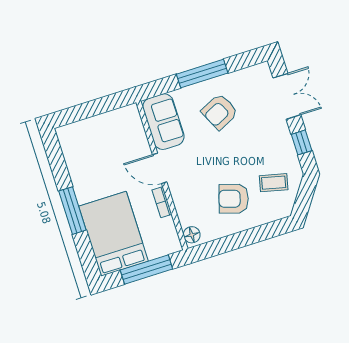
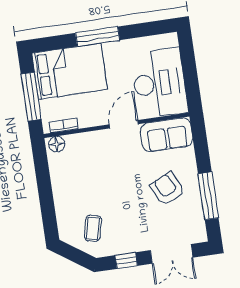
window: (202, 74) -> (208, 196), moved
desk: (111, 138) -> (159, 83), added
armchair: (234, 199) -> (84, 189), removed
bookcase: (162, 202) -> (64, 125), moved

